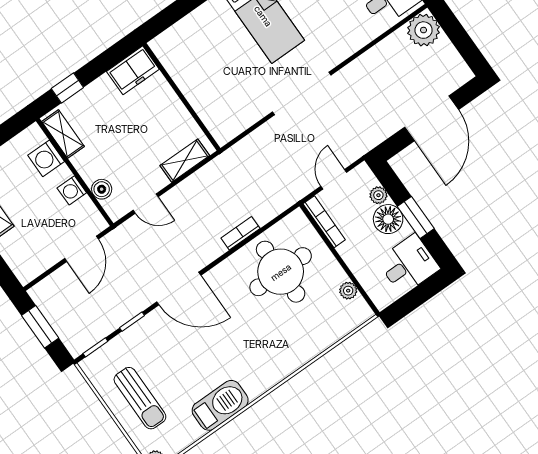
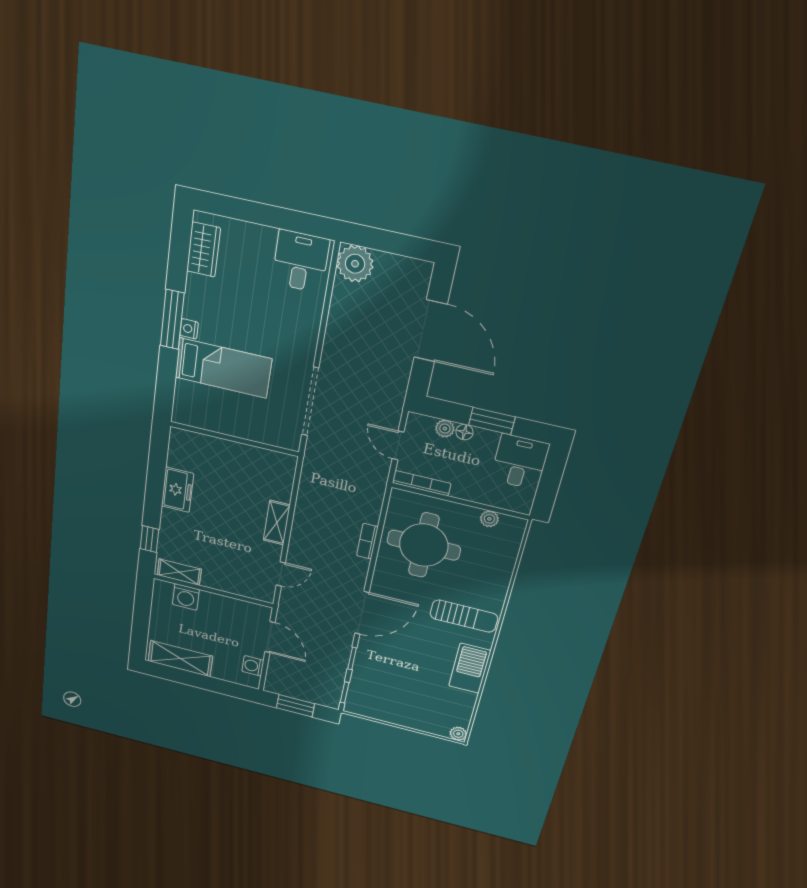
wall: (182, 97) -> (234, 439), moved
boiler: (102, 189) -> (242, 588), removed
washing machine: (72, 190) -> (253, 666), moved, turned 90
floor lamp: (388, 219) -> (465, 432), width x0.53, depth x0.53
sun lounger: (140, 398) -> (464, 616), moved

